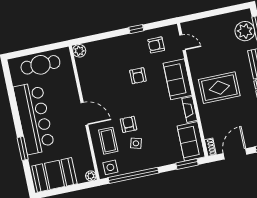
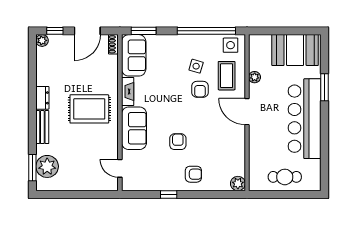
armchair: (156, 45) -> (193, 174), moved
cafe table: (40, 65) -> (285, 177), width x0.73, depth x0.74
plant: (91, 176) -> (255, 77), moved

